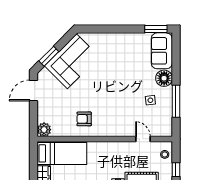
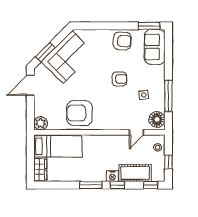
armchair: (128, 45) -> (122, 41), added
floor lamp: (164, 78) -> (157, 119), moved
armchair: (125, 84) -> (119, 79), added
armchair: (84, 119) -> (79, 113), width x1.88, depth x1.88
door: (143, 139) -> (136, 132), swing flipped

